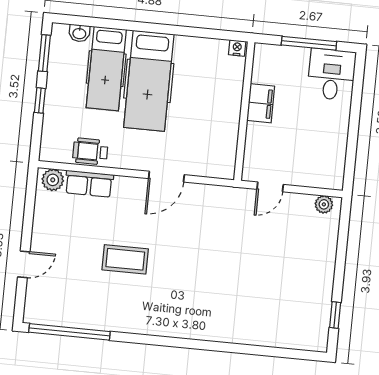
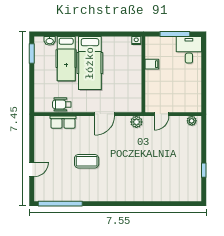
window: (40, 100) -> (32, 79), removed
filing cabinet: (261, 103) -> (152, 64), width x0.50
plant: (53, 180) -> (136, 122), moved
window: (335, 315) -> (204, 170), moved

